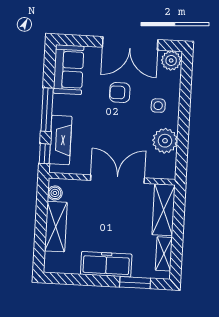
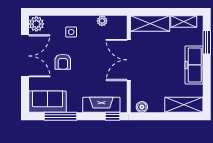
window: (47, 110) -> (61, 116), moved
plant: (165, 141) -> (102, 21), width x0.53, depth x0.53
shelving: (56, 227) -> (184, 105), moved

